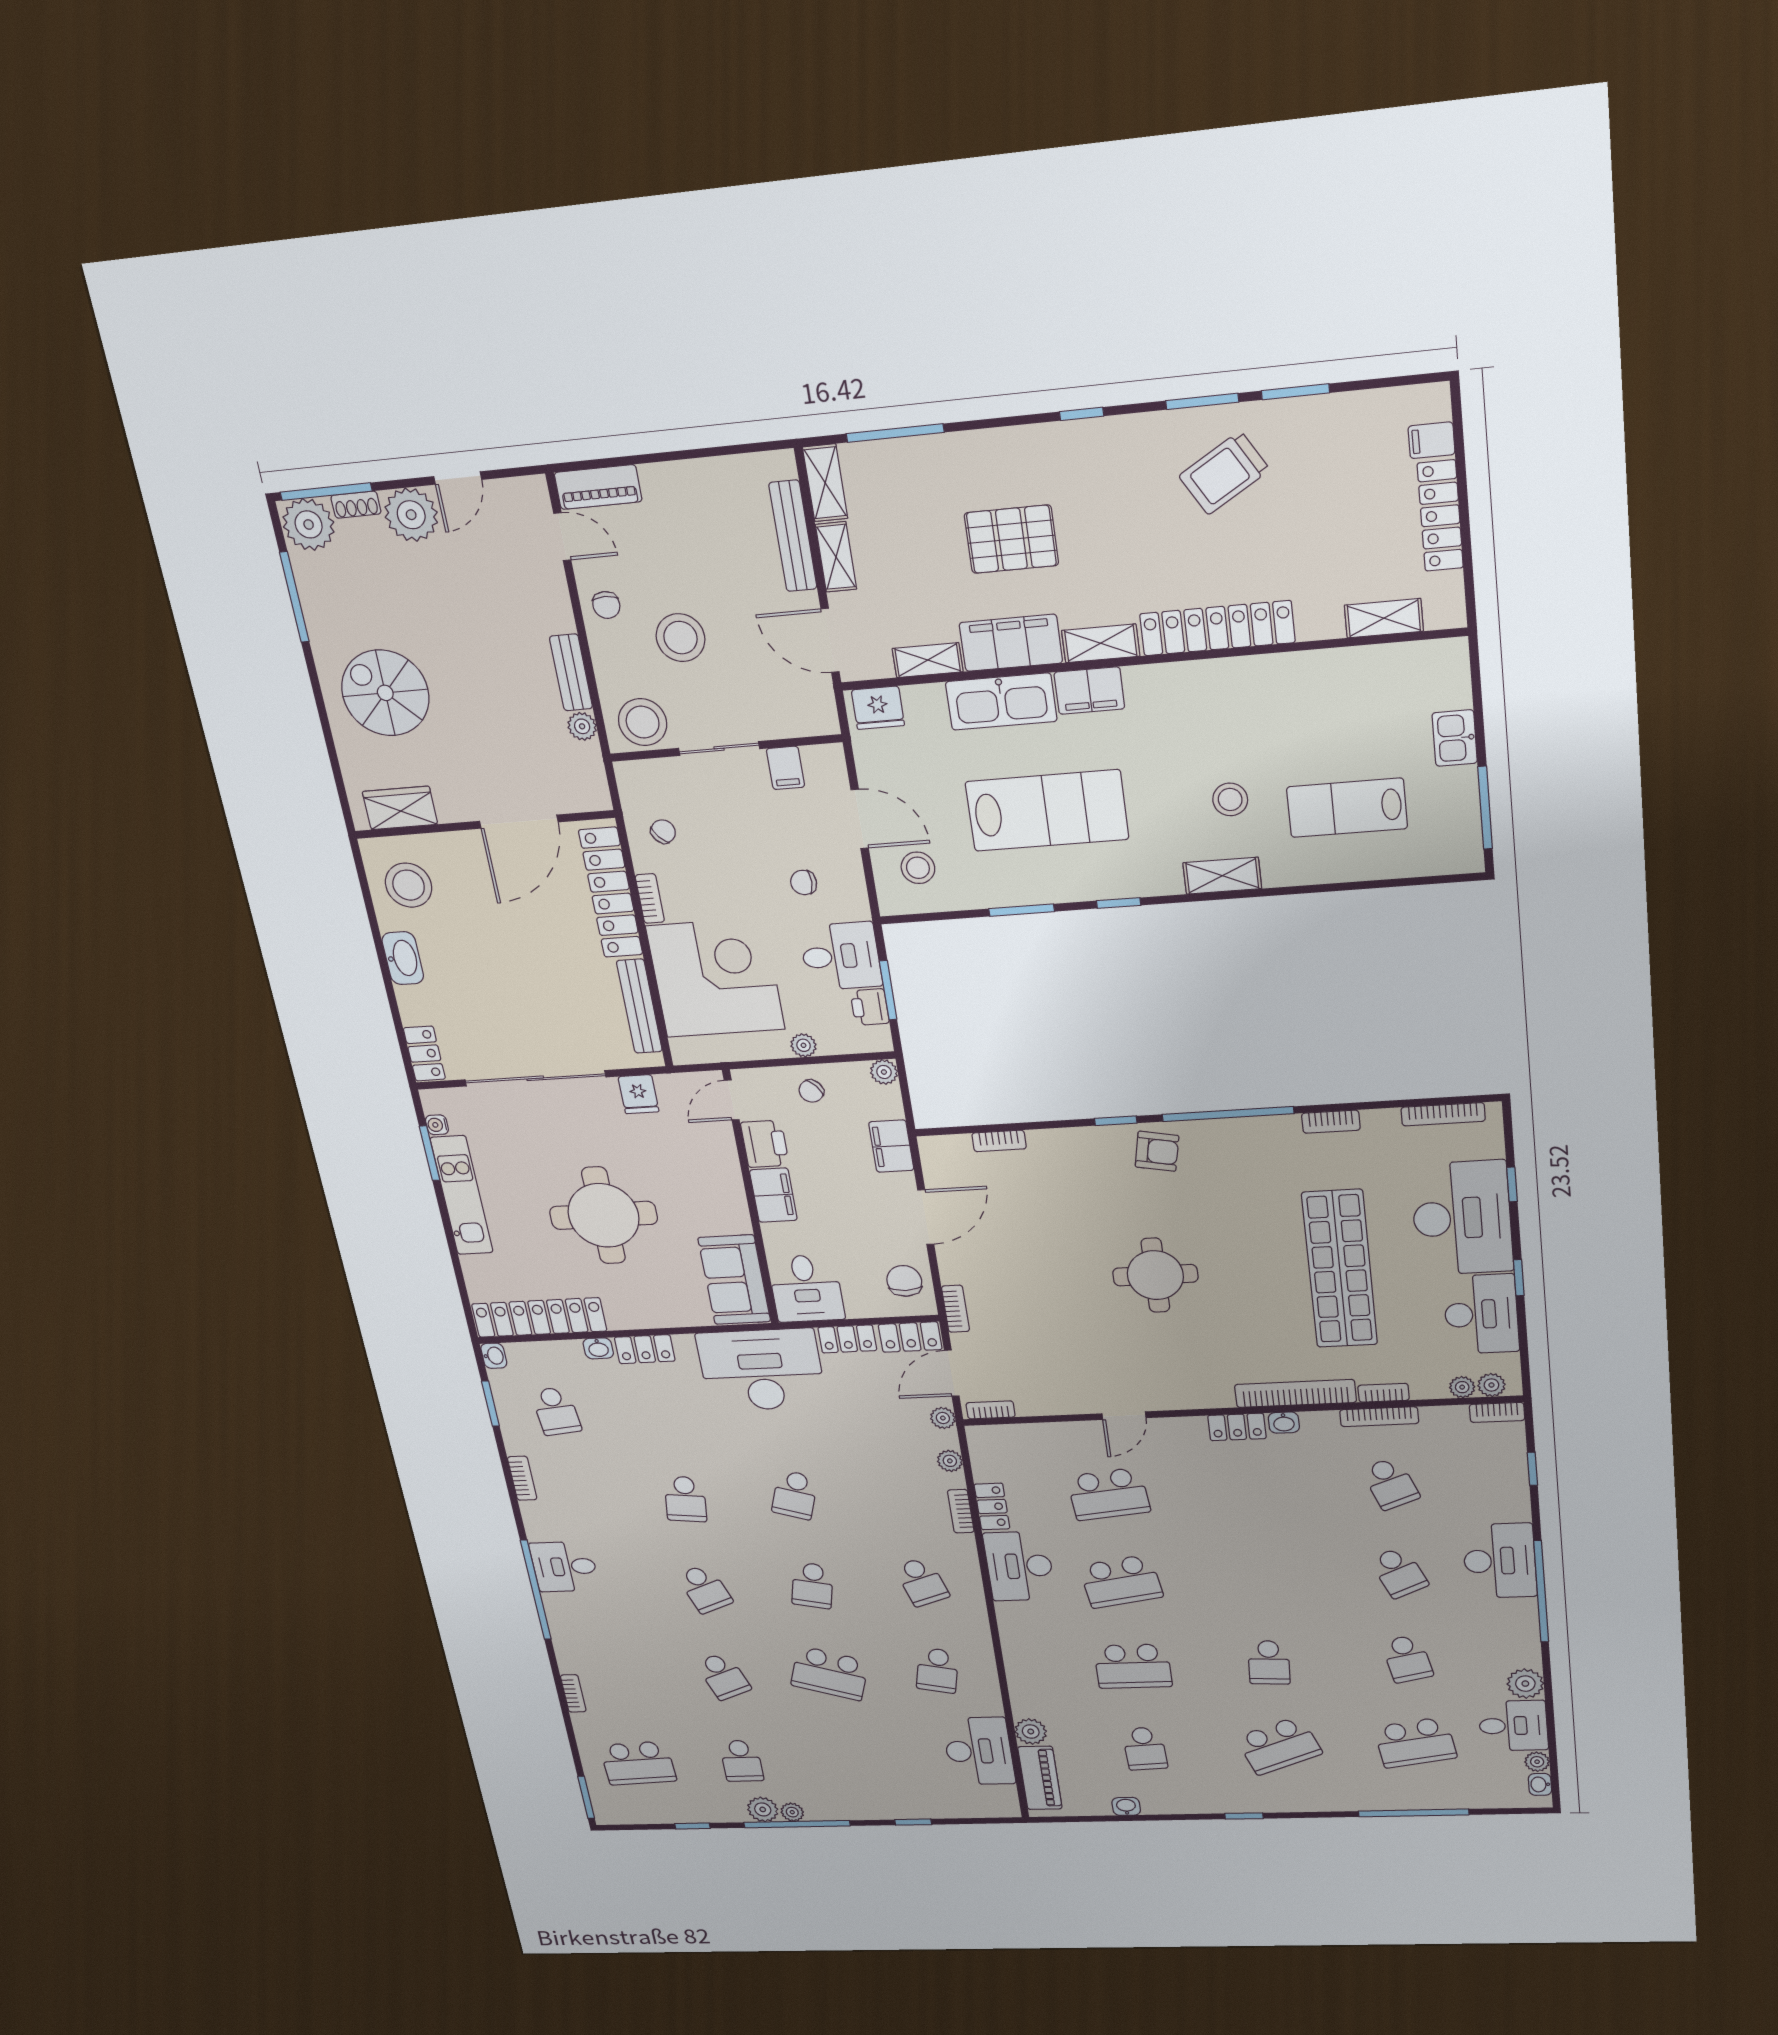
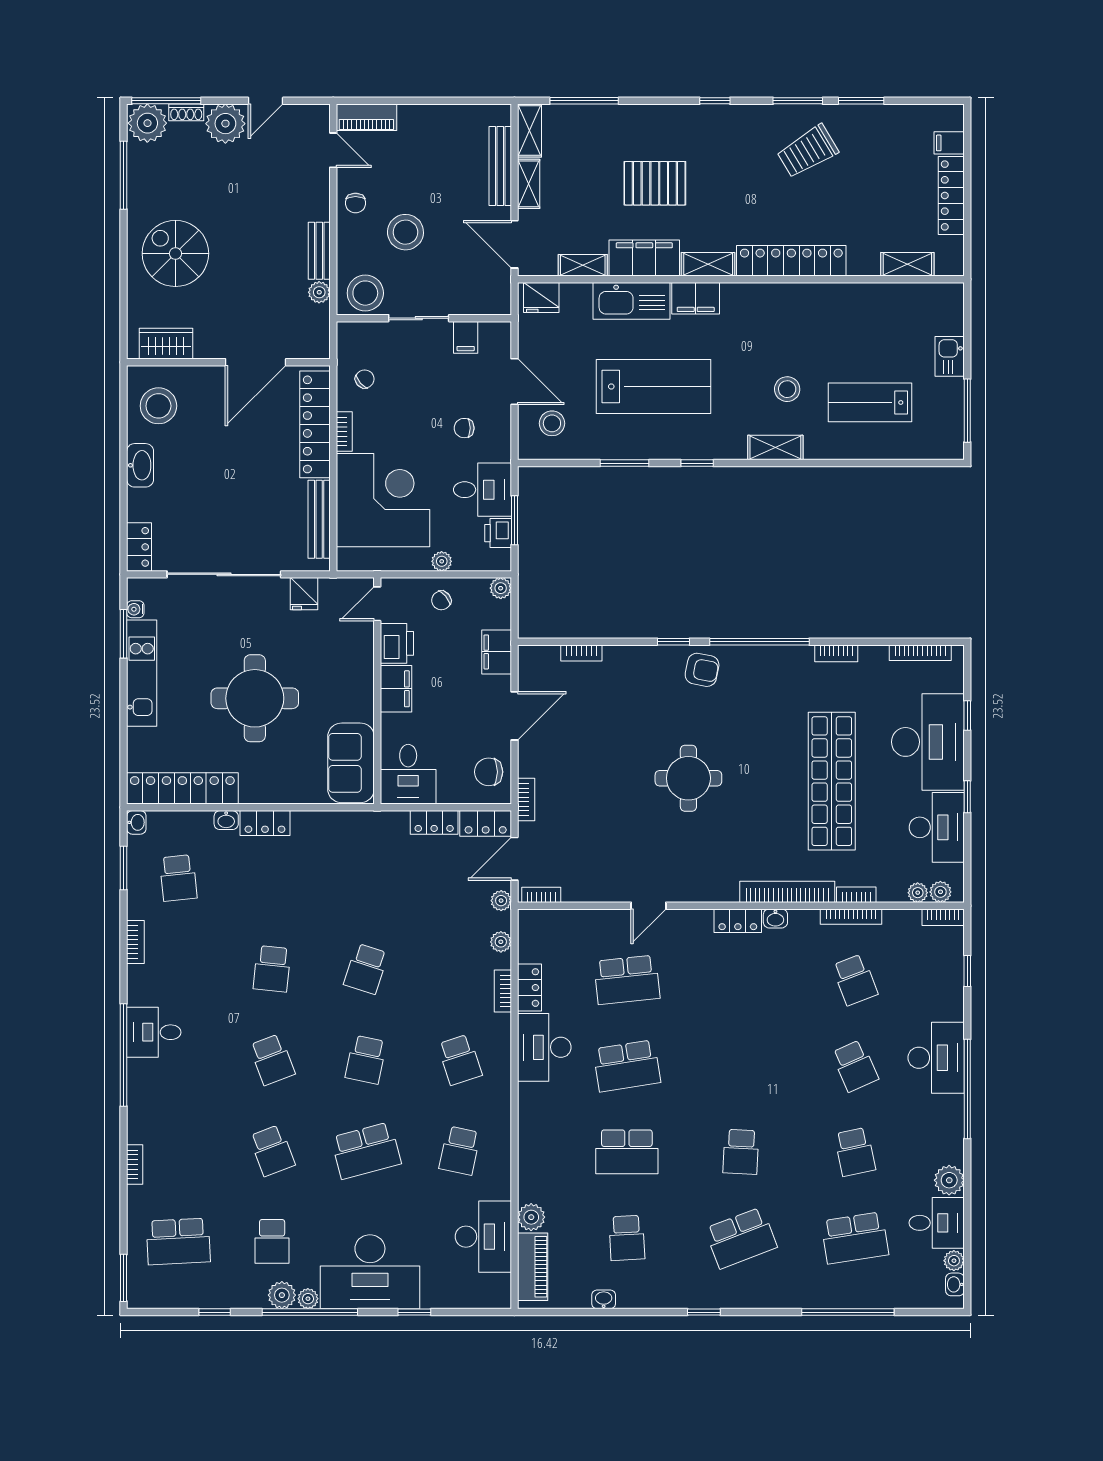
chair: (904, 1281) -> (489, 772), turned -90
desk: (761, 1370) -> (370, 1272), moved, turned 180
school desk: (830, 1673) -> (366, 1151), turned -33

